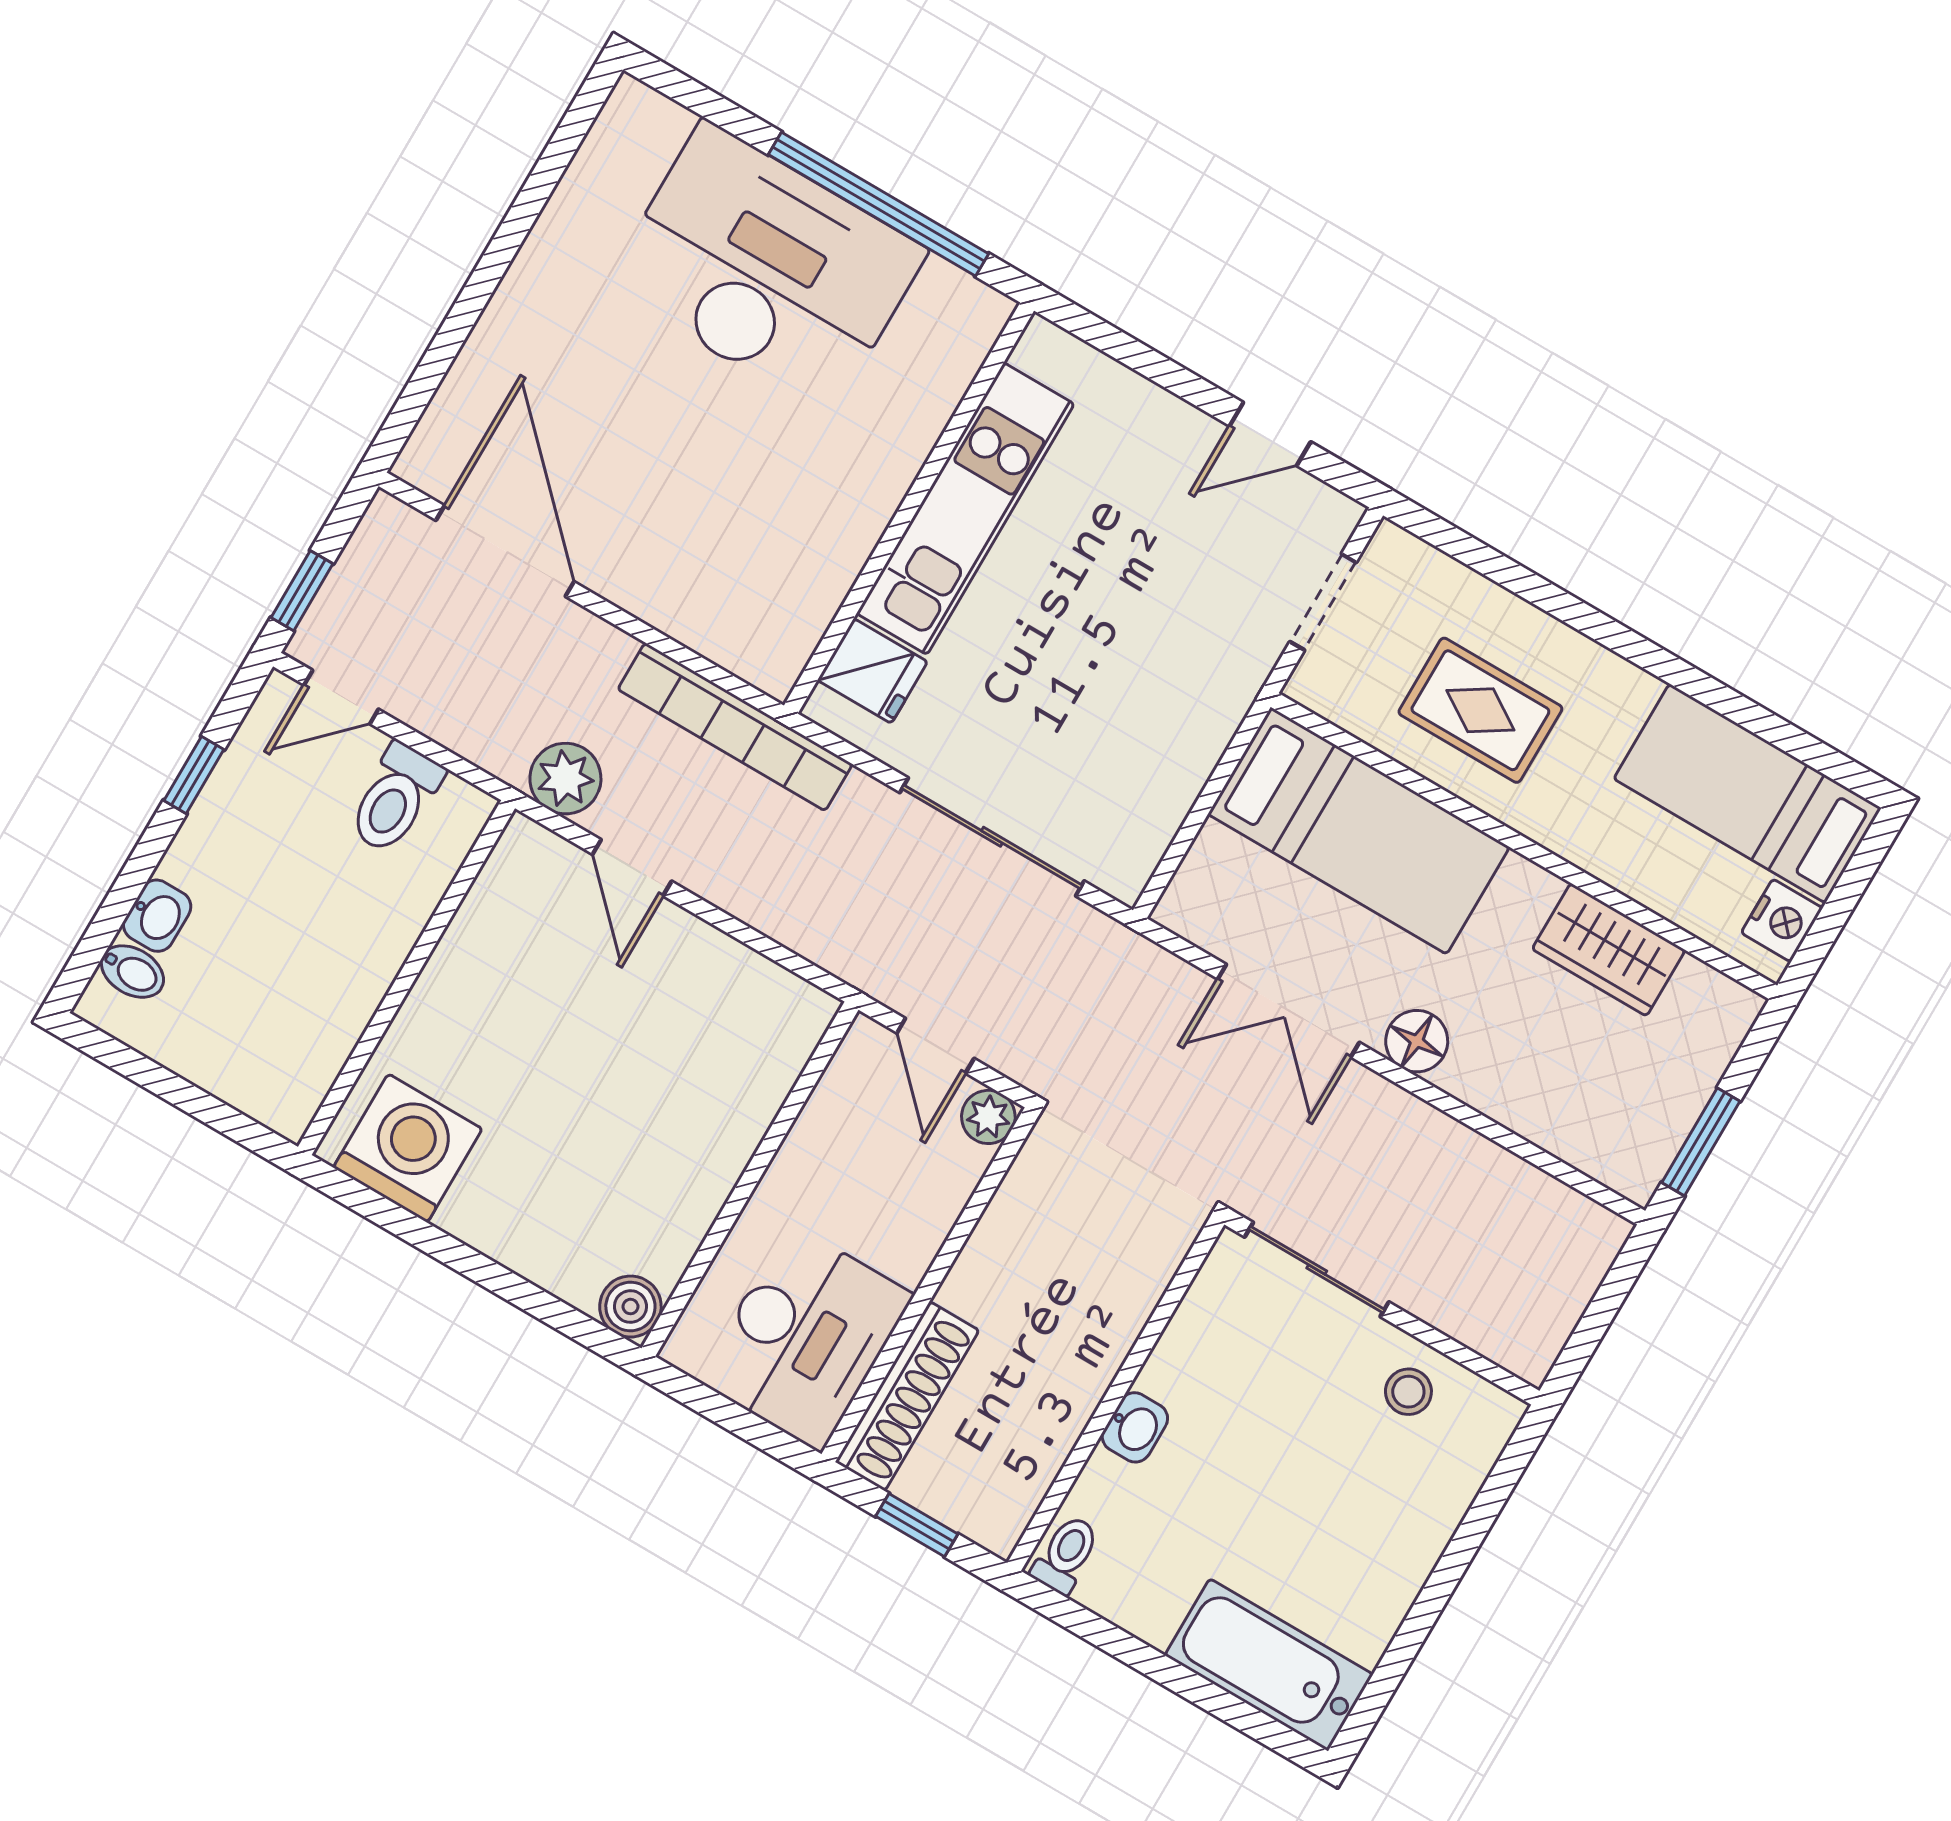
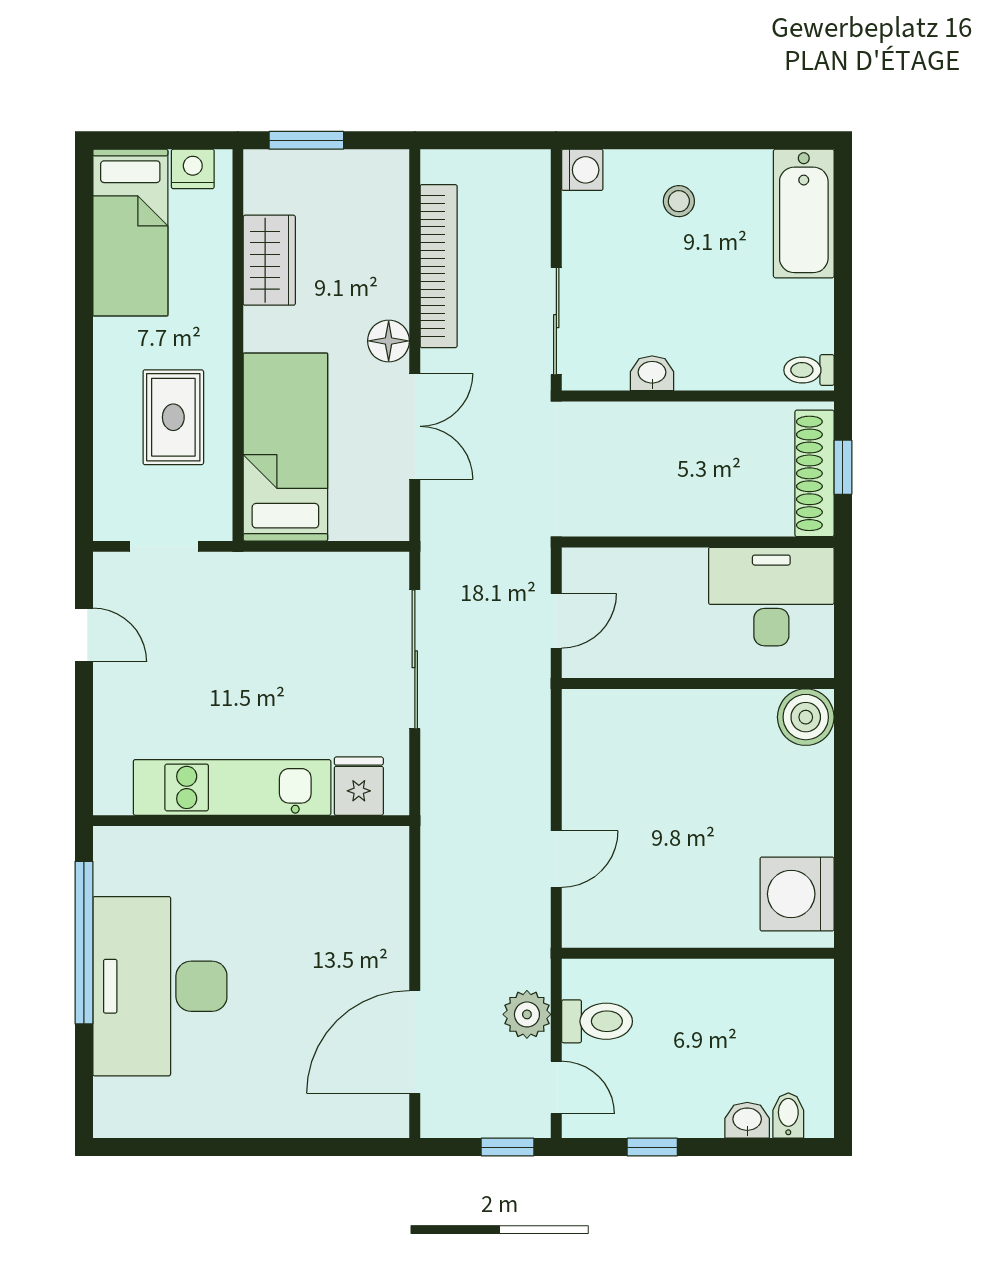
bookcase: (735, 727) -> (439, 266), moved
plant: (565, 779) -> (527, 1014), moved
plant: (988, 1117) -> (580, 565), removed
window: (1701, 1142) -> (306, 140), moved
boiler: (630, 1307) -> (806, 717), width x1.36, depth x1.36
stool: (1408, 1392) -> (679, 201), moved
shoe rack: (907, 1396) -> (815, 473), moved, turned -90
washing machine: (1490, 1415) -> (582, 170), added
washbasin: (1135, 1427) -> (652, 373), moved

